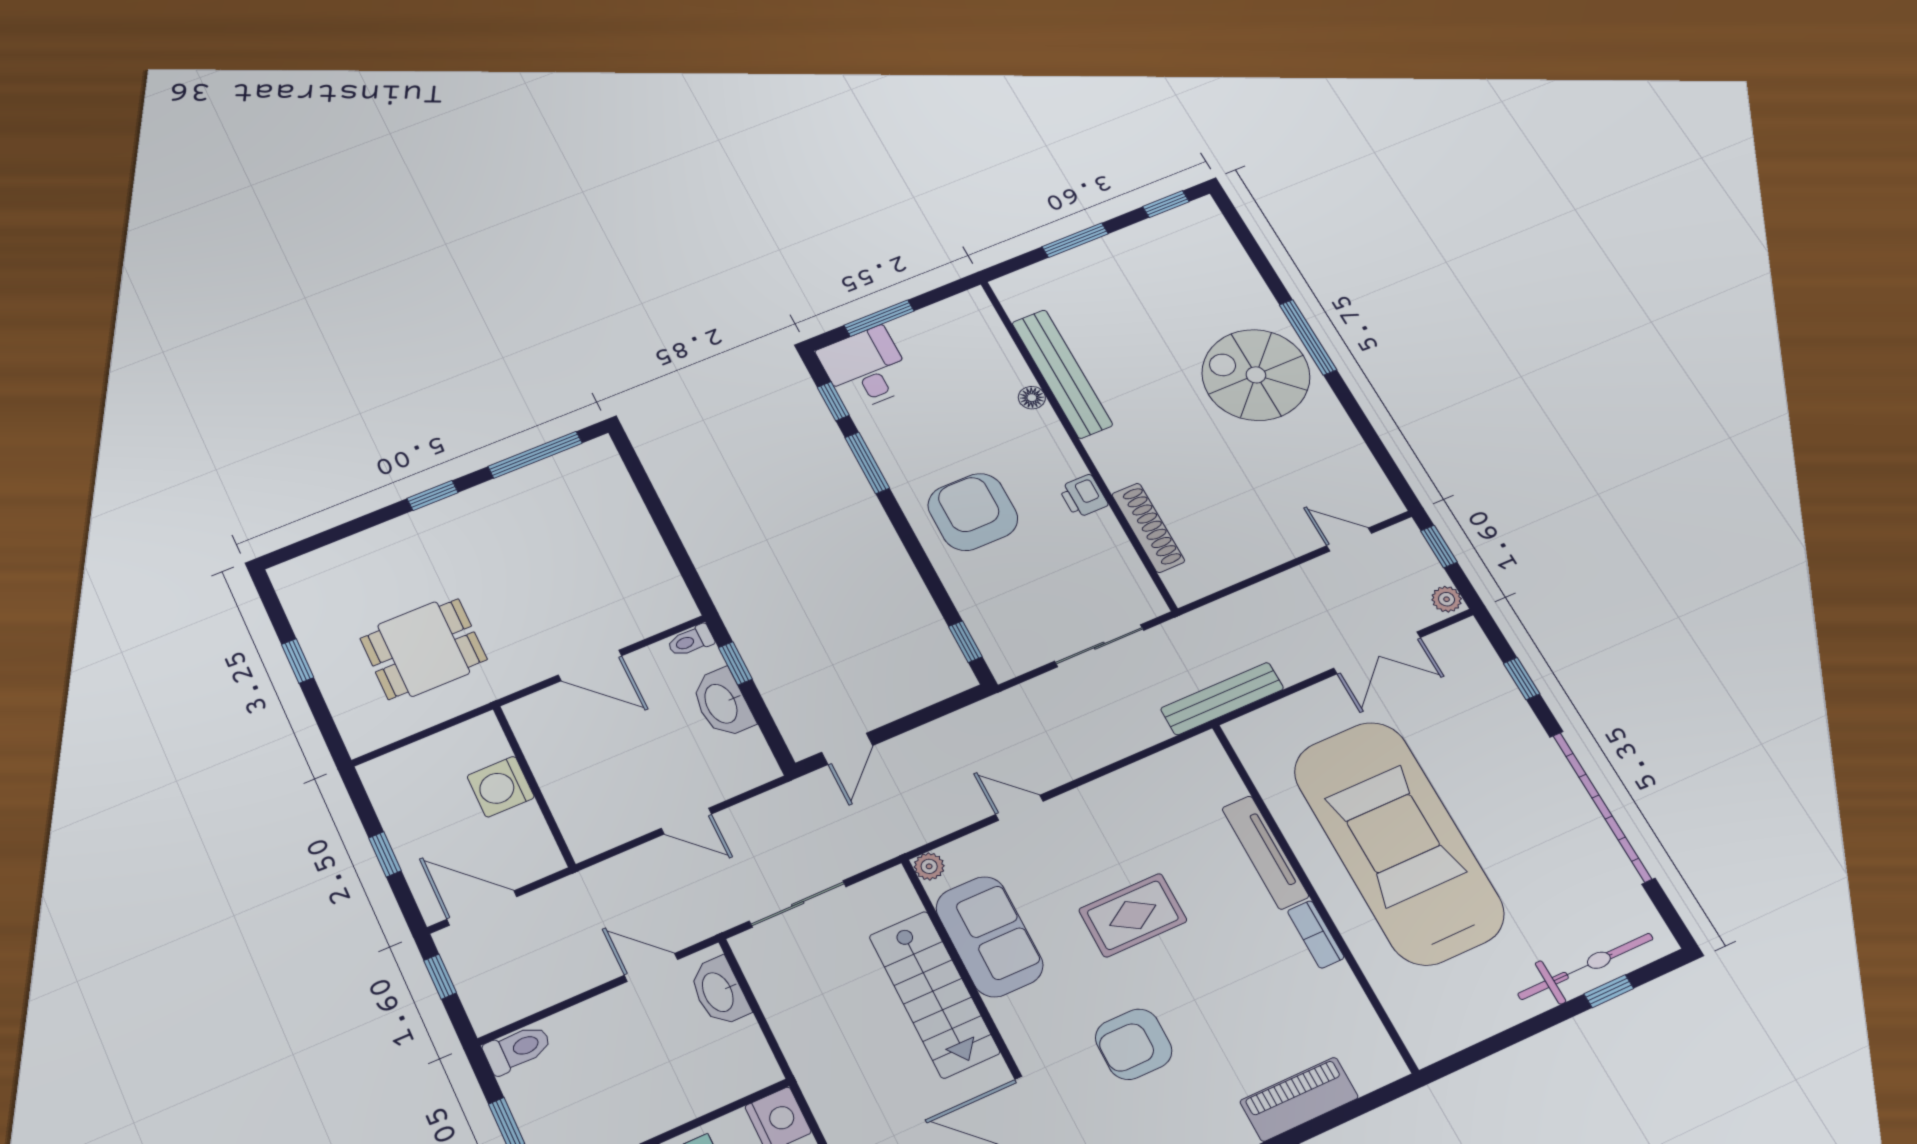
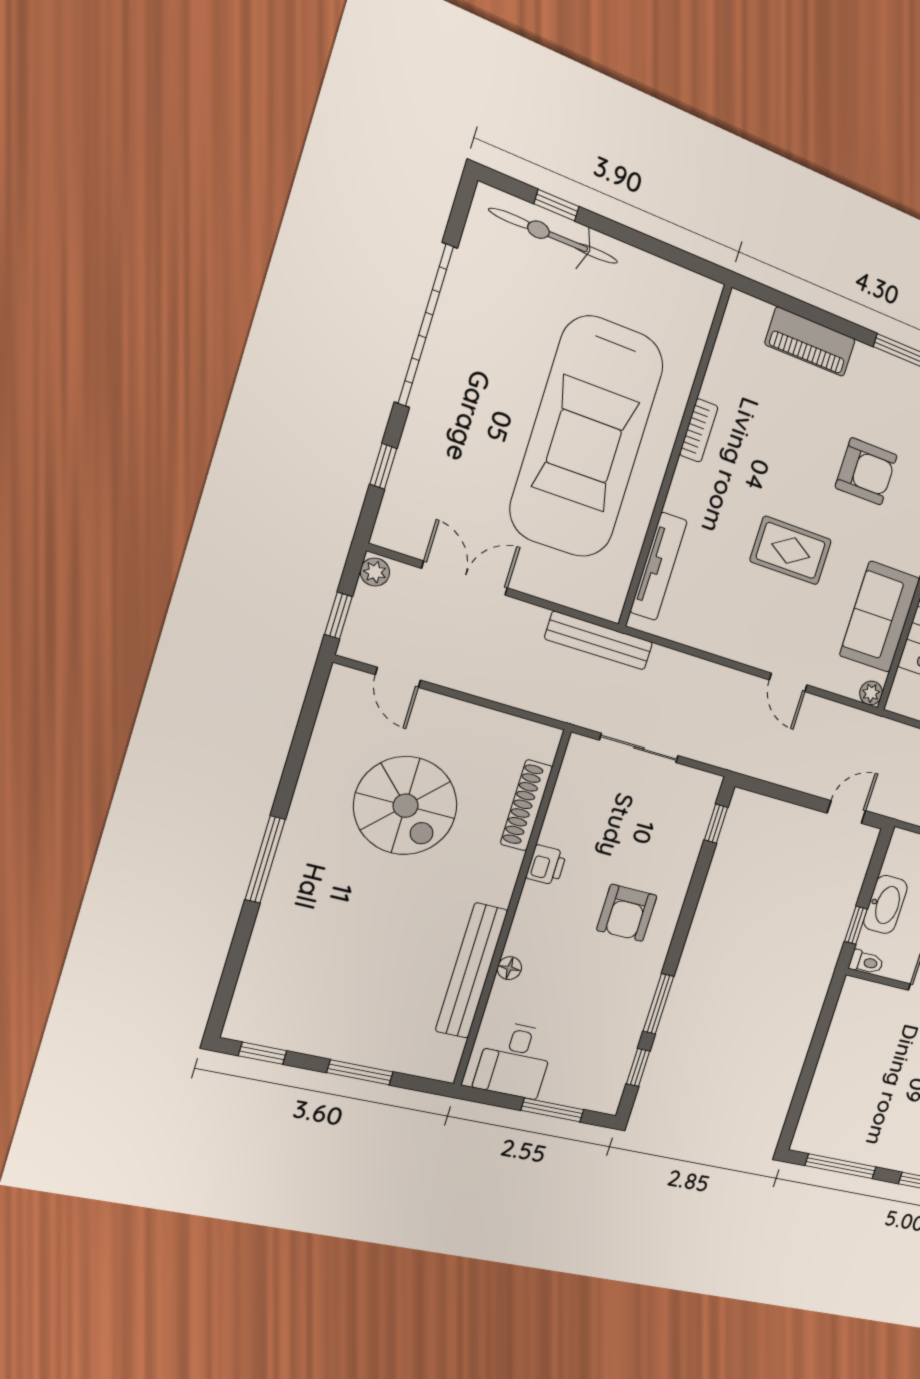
desk: (866, 368) -> (515, 1060), moved
spiral stairs: (1256, 375) -> (406, 806), moved
armchair: (973, 512) -> (627, 913), width x0.73, depth x0.73
tv unit: (1265, 852) -> (659, 566), moved

